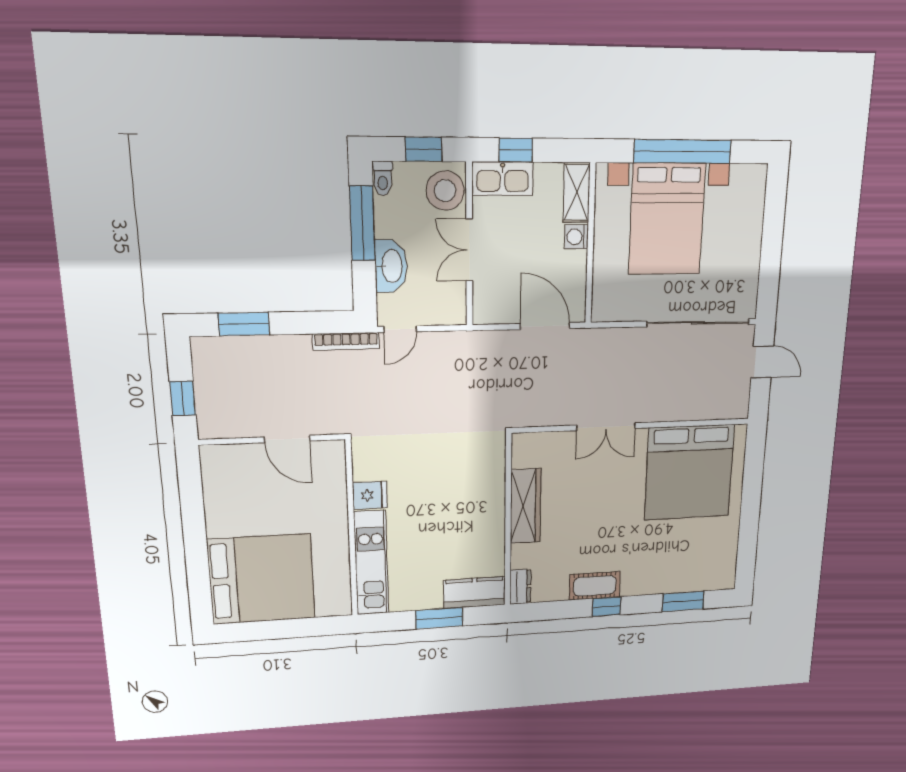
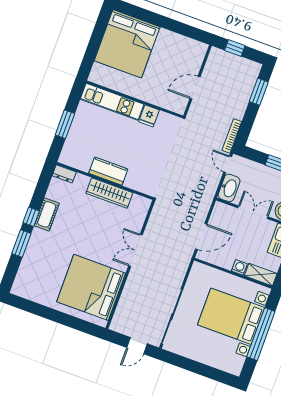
washbasin: (391, 266) -> (229, 188), moved, turned -90
kitchen counter: (475, 593) -> (108, 171), moved, turned -90
window: (683, 601) -> (21, 243), moved

